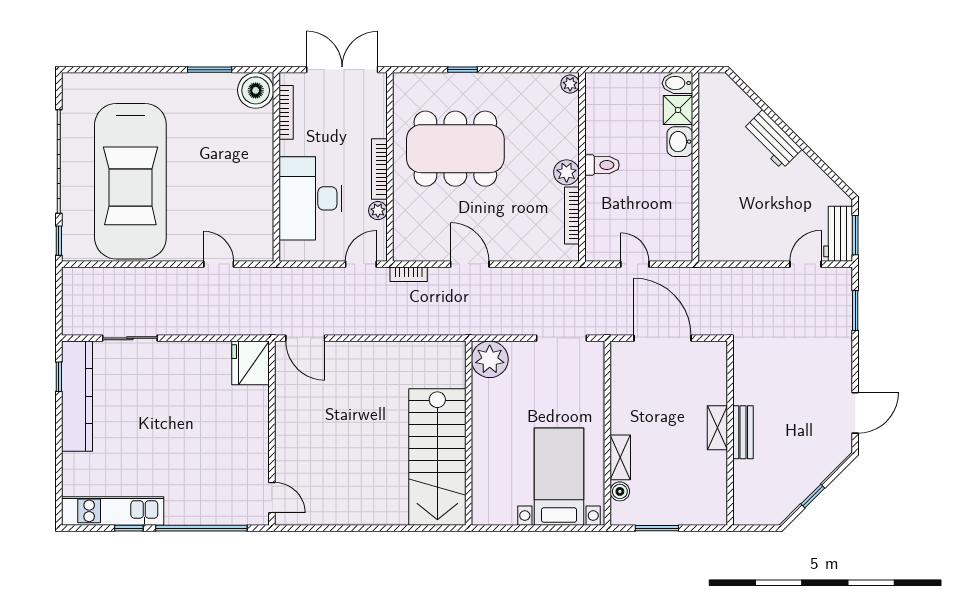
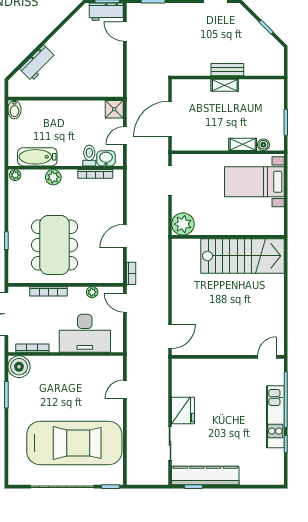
shower: (678, 110) -> (114, 109), moved
bathtub: (600, 120) -> (37, 157), added
workbench: (772, 140) -> (38, 63), moved
washbasin: (680, 142) -> (106, 158), moved, turned 180
toilet: (602, 165) -> (89, 156), moved
bookcase: (379, 169) -> (48, 291), moved
plant: (567, 172) -> (53, 177), moved
fridge: (250, 363) -> (183, 411), moved, turned -90
kitchen unit: (113, 511) -> (275, 417), moved

